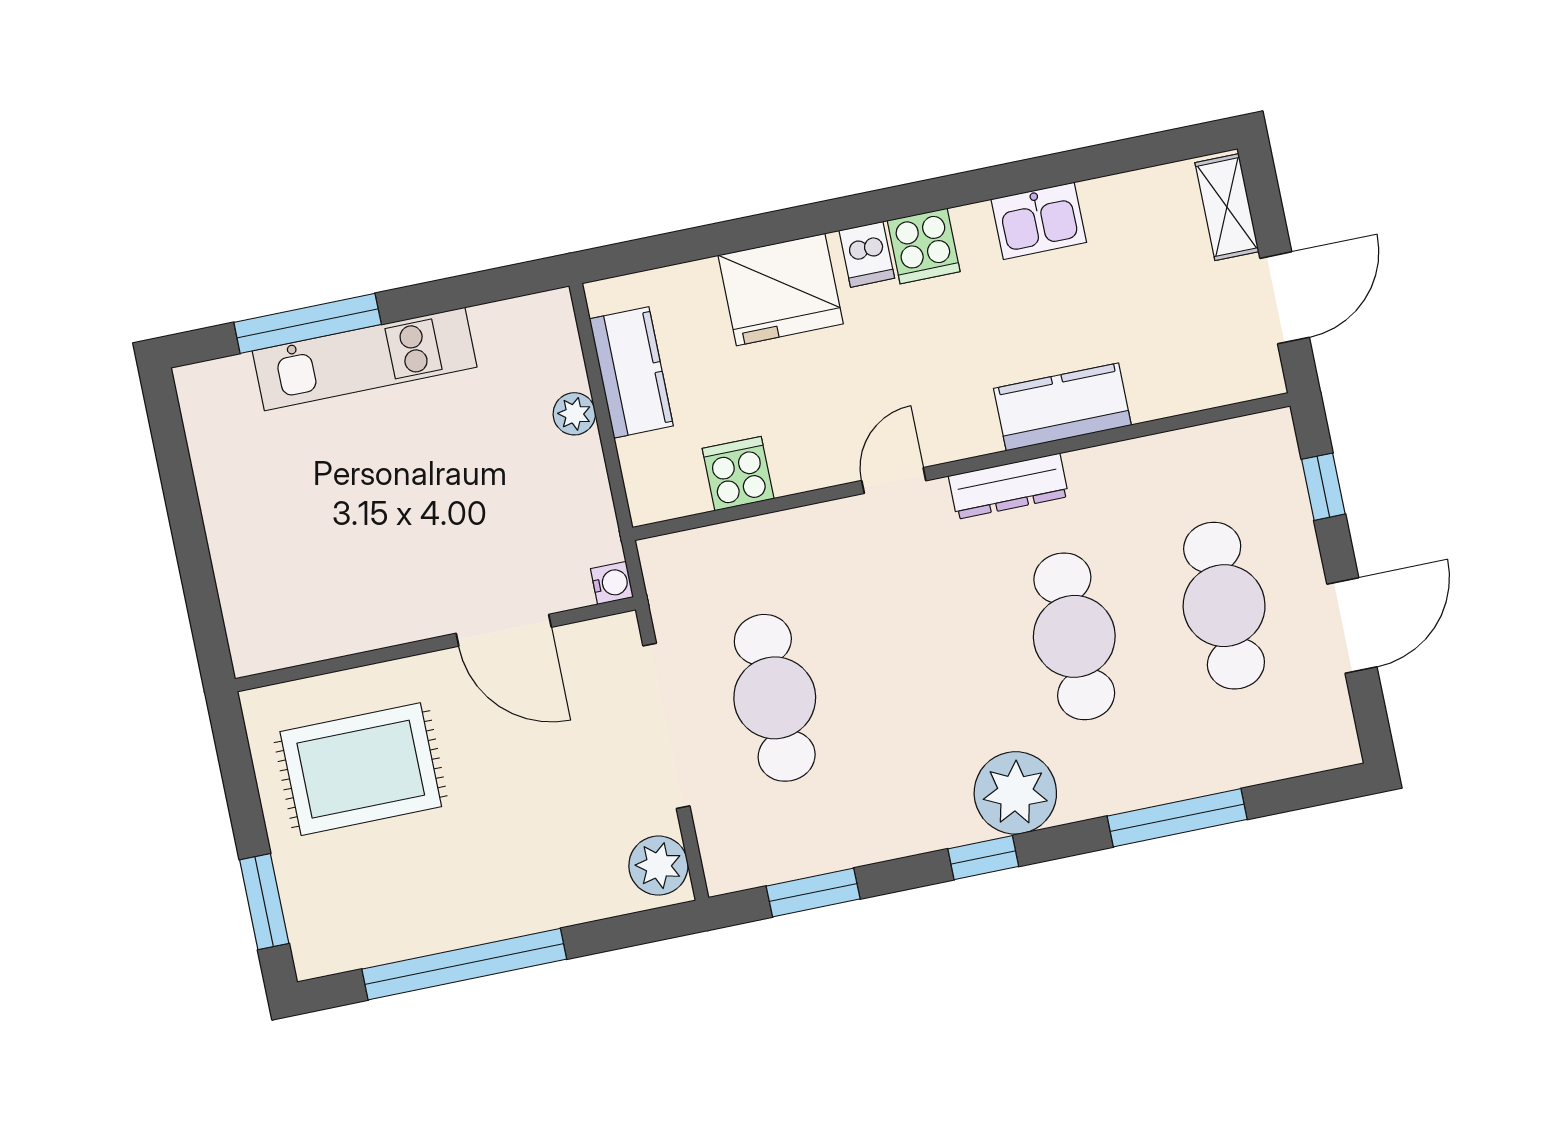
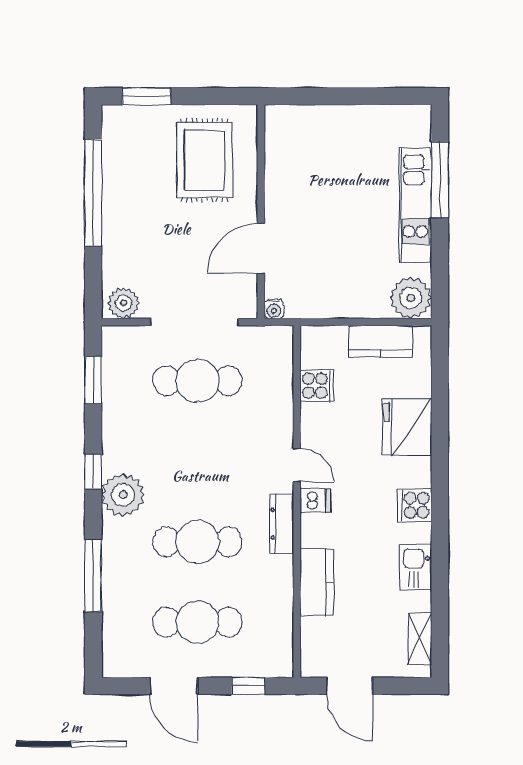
shelving: (1227, 207) -> (420, 639), moved, turned 90
dishwasher: (867, 254) -> (315, 501), moved, turned 180
kitchen counter: (1062, 407) -> (317, 582), moved
plant: (574, 414) -> (411, 298), moved, width x1.88, depth x1.88

